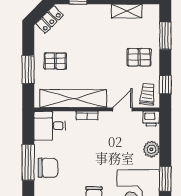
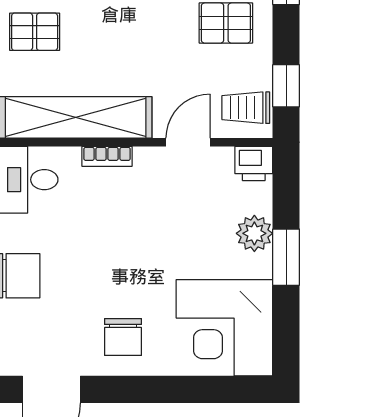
trolley: (148, 94) -> (246, 108), turned -96
window: (165, 179) -> (286, 257), moved

